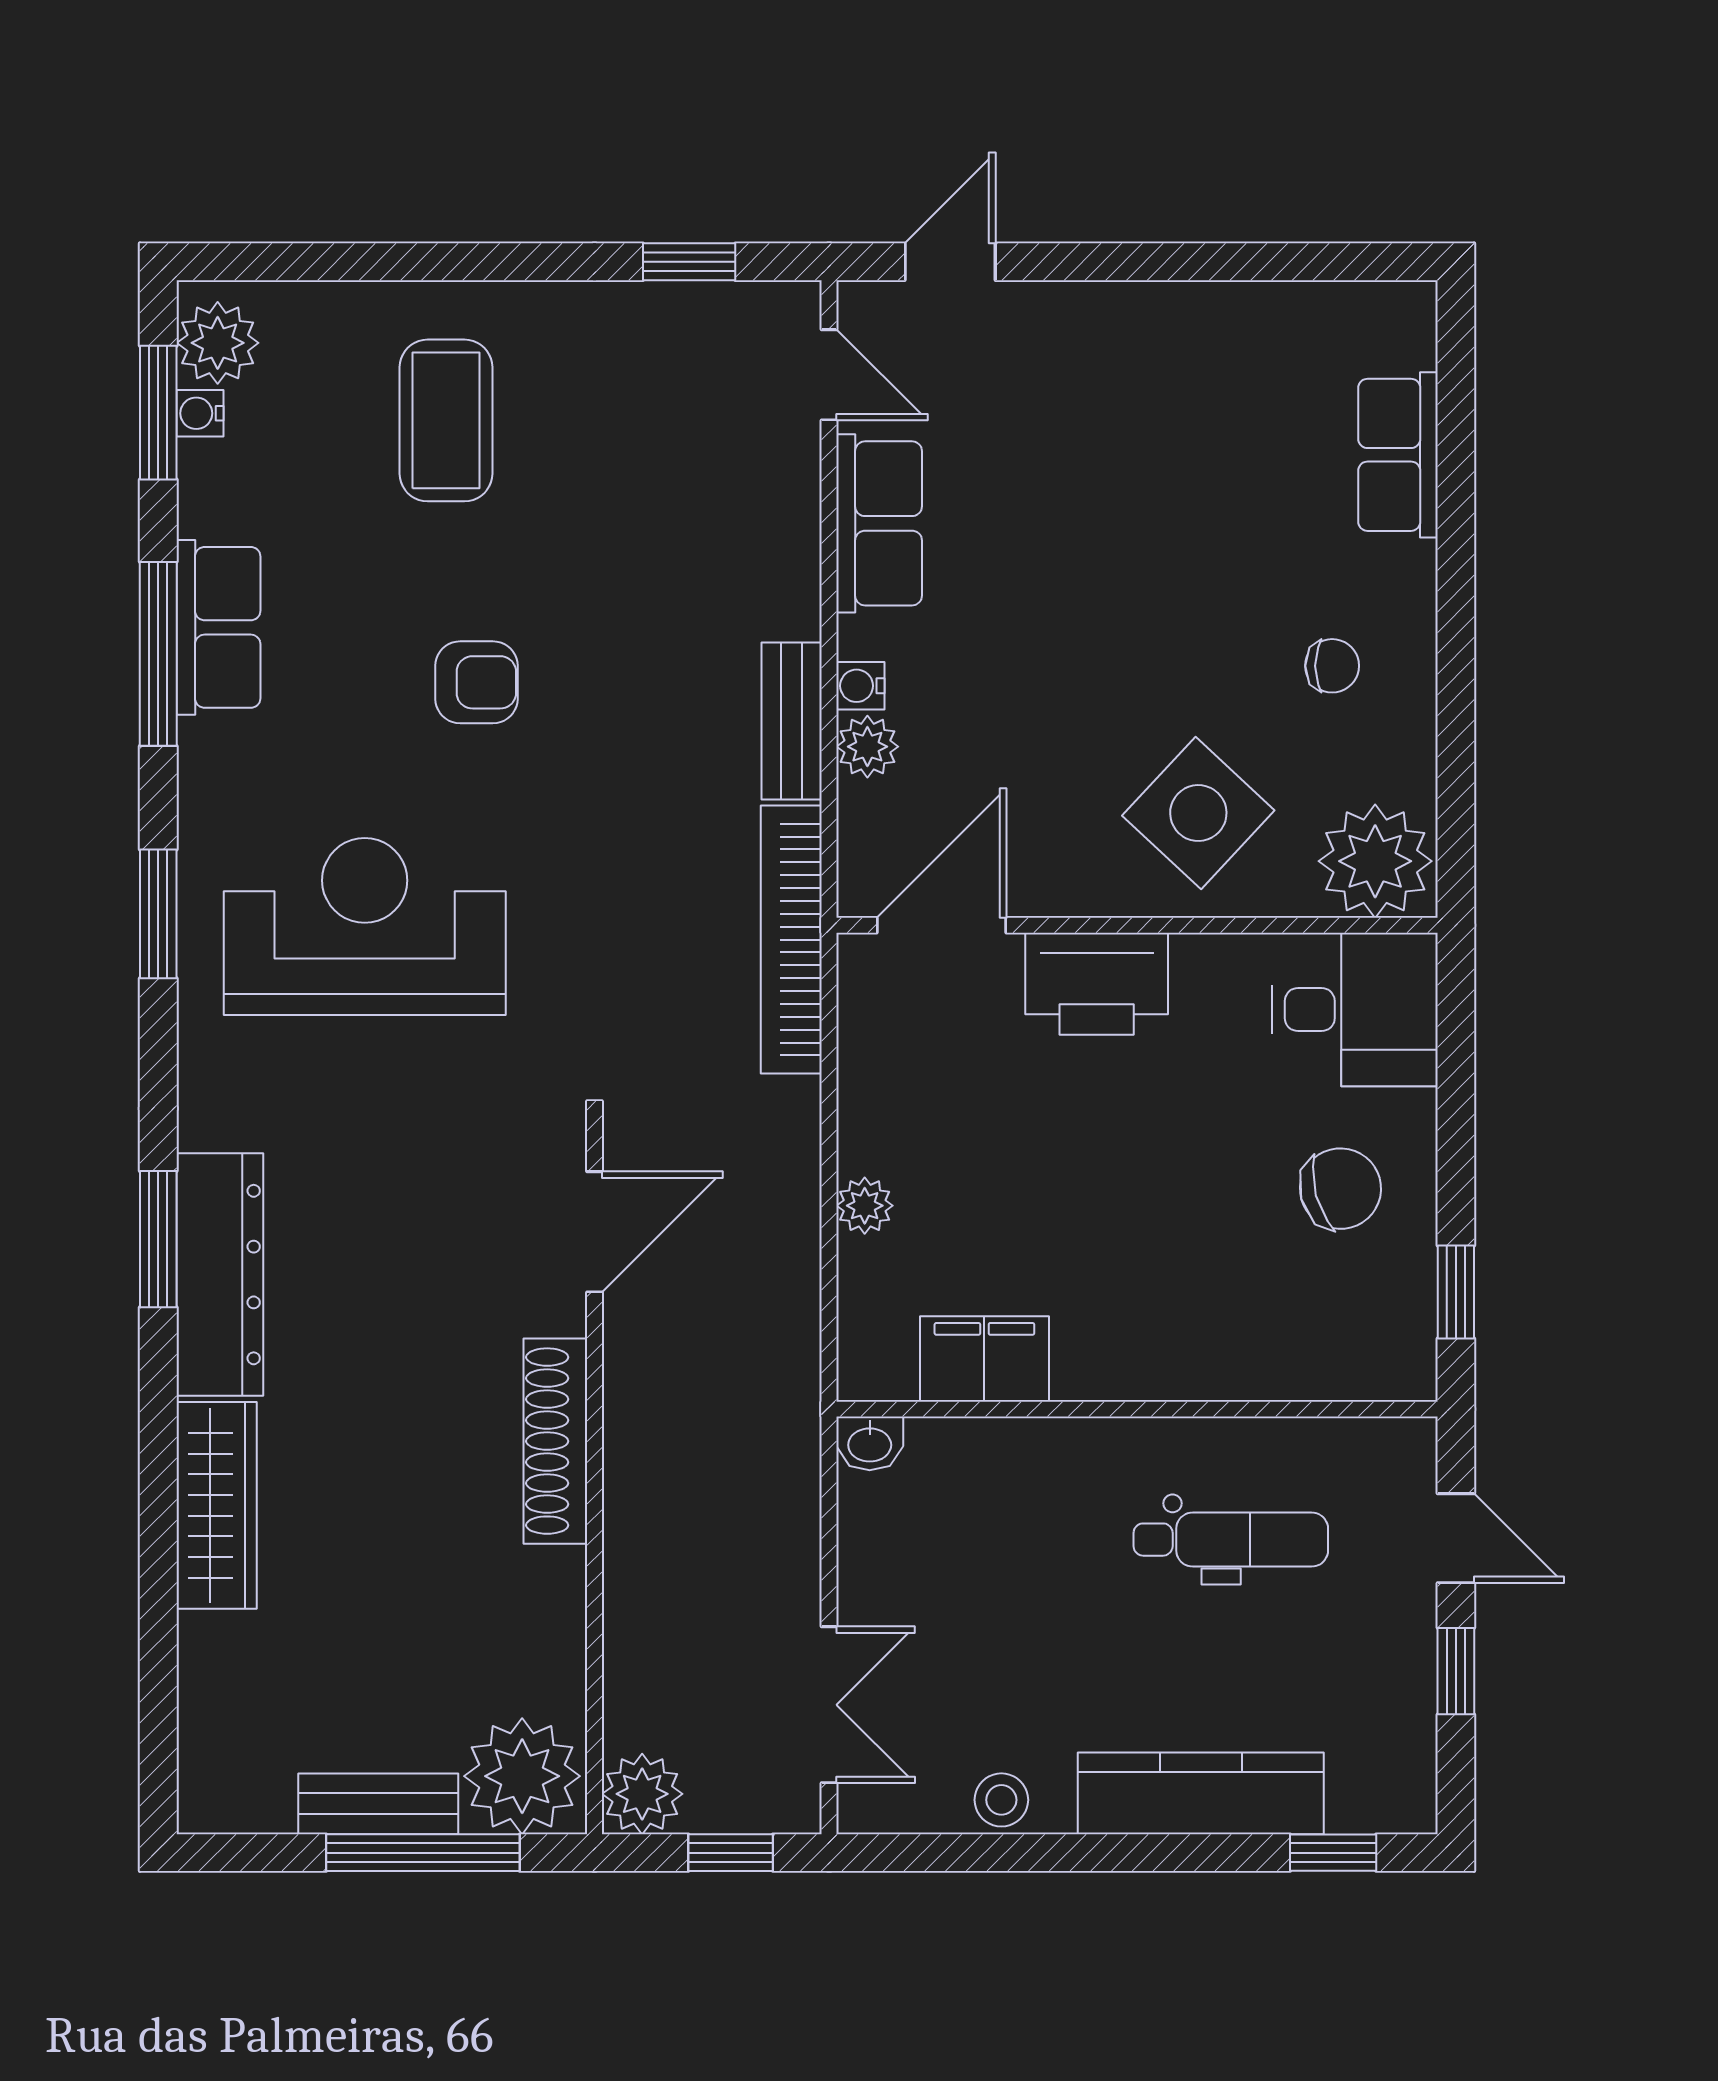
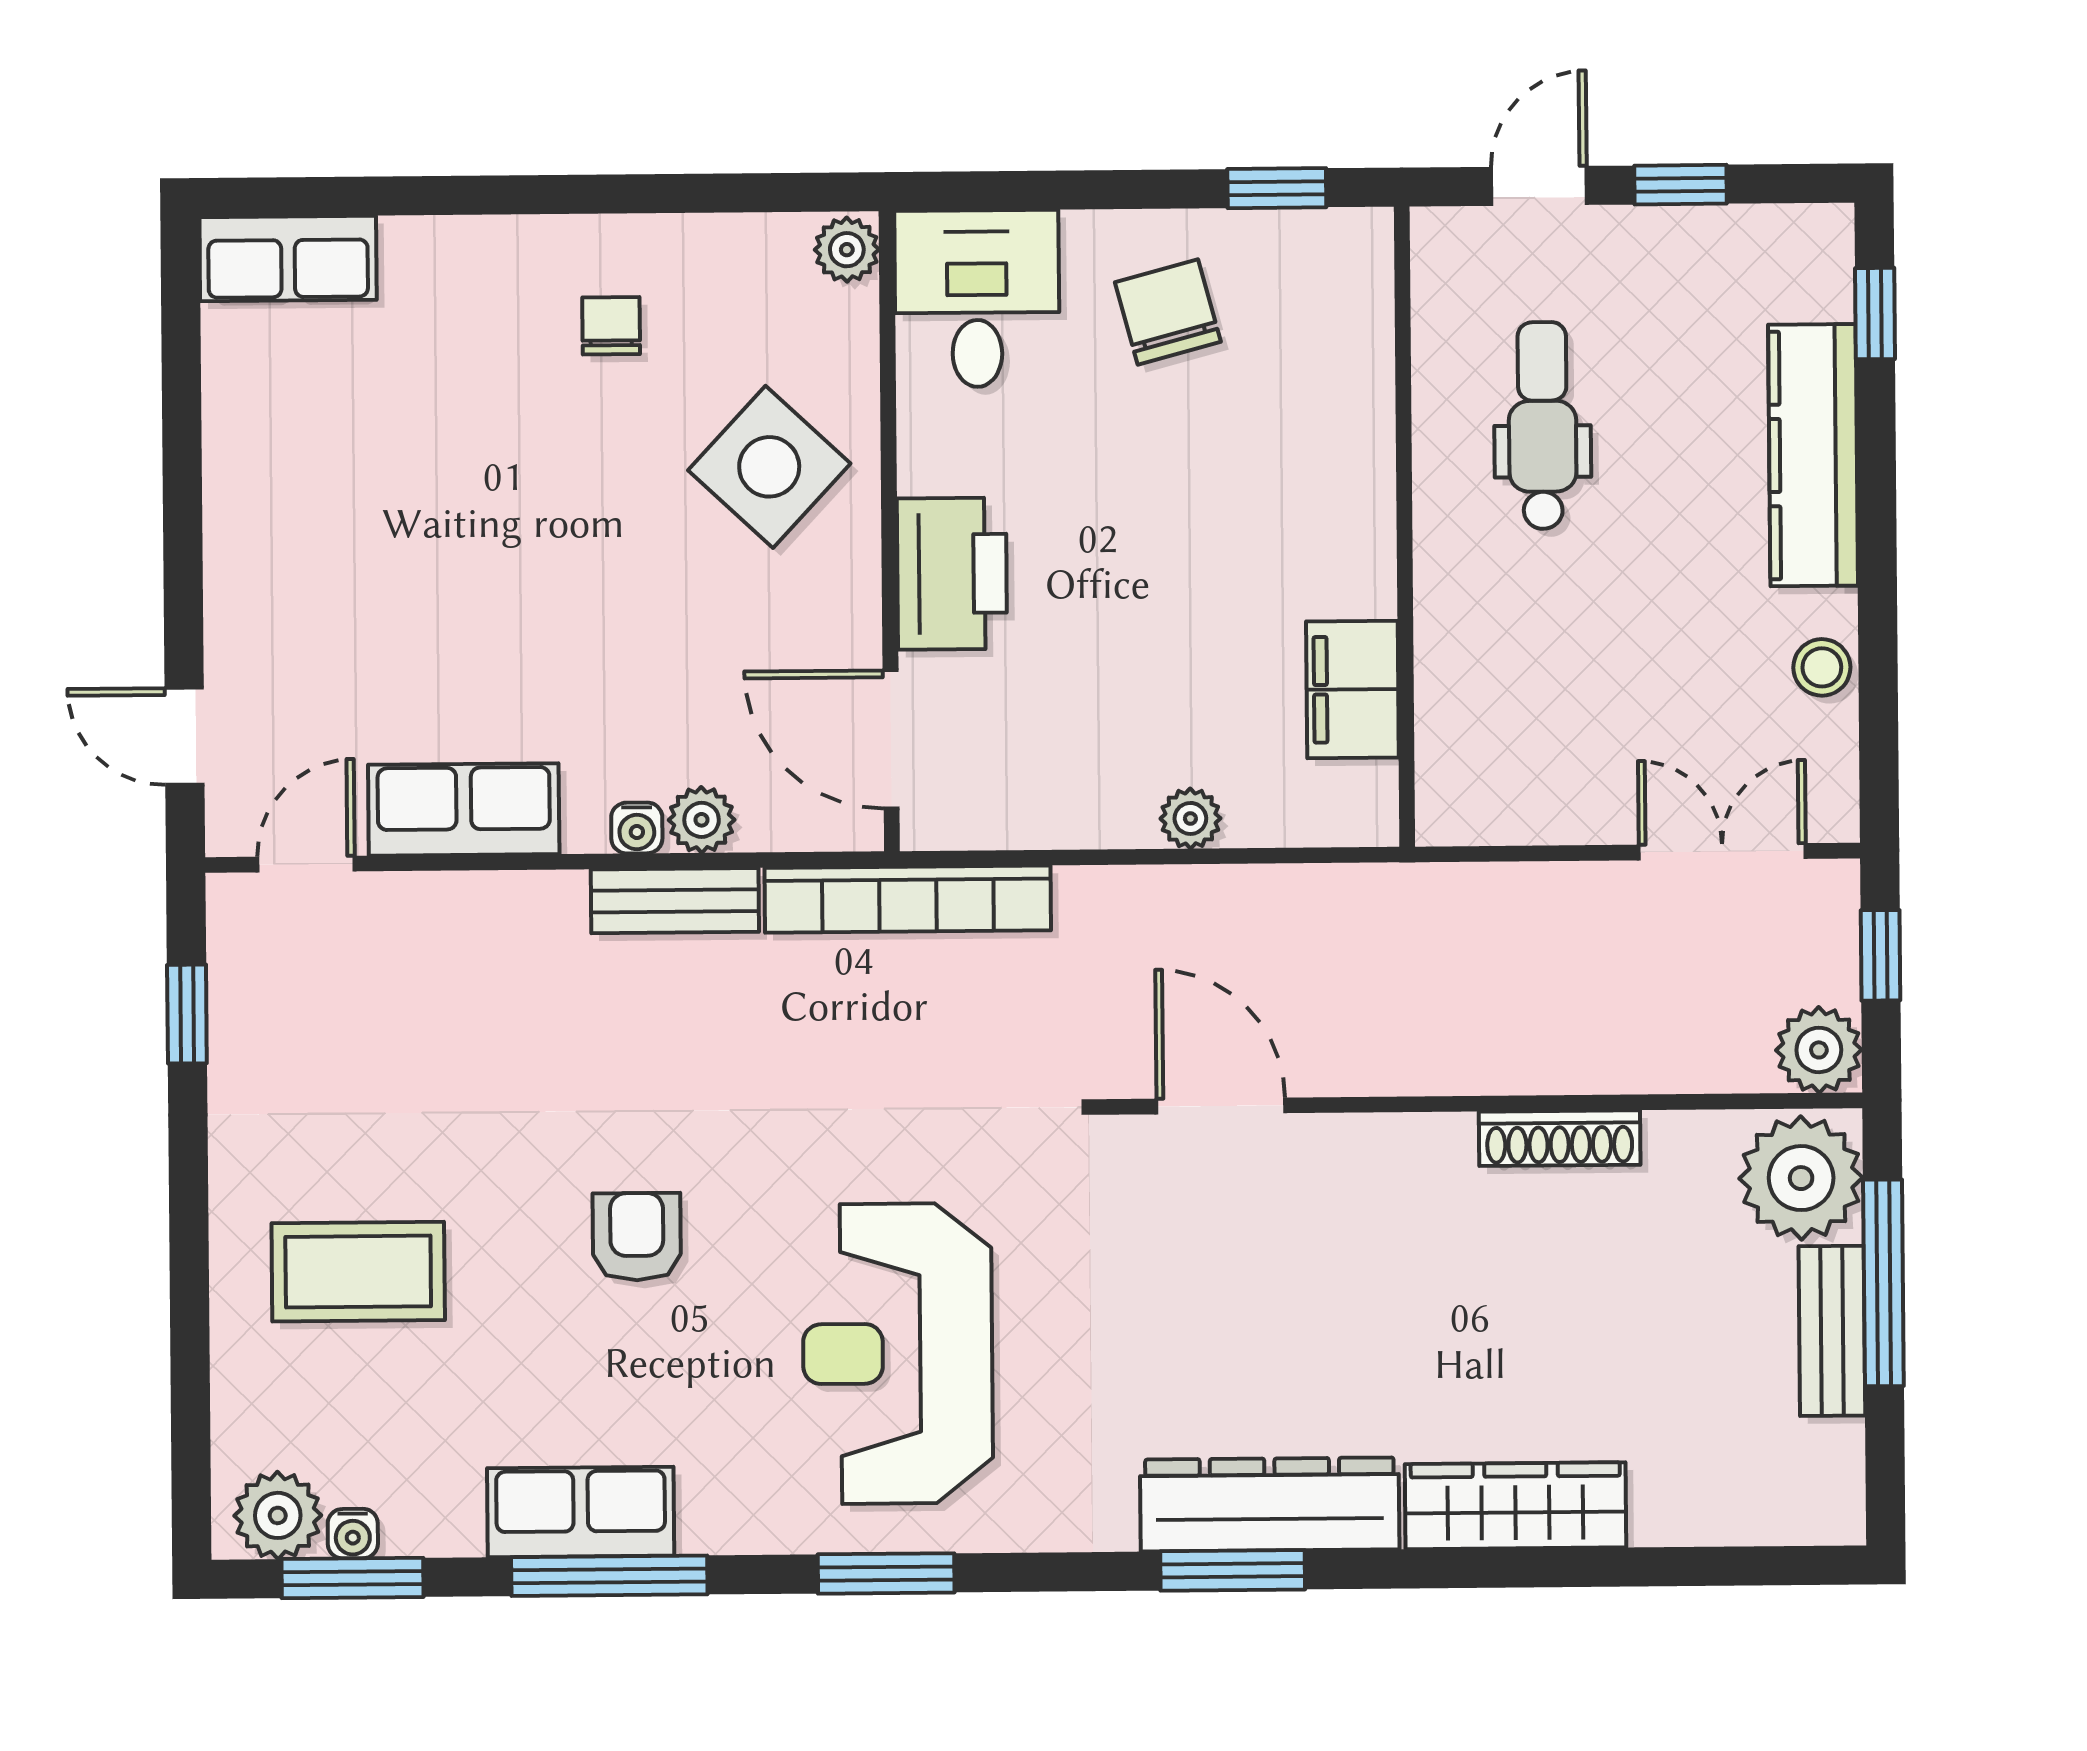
row of seats: (1398, 455) -> (288, 258), moved
plant: (1375, 861) -> (847, 250), width x0.53, depth x0.53
shoe rack: (555, 1441) -> (1560, 1138), moved, width x0.74, depth x0.81
washbasin: (870, 1443) -> (1443, 811), removed

